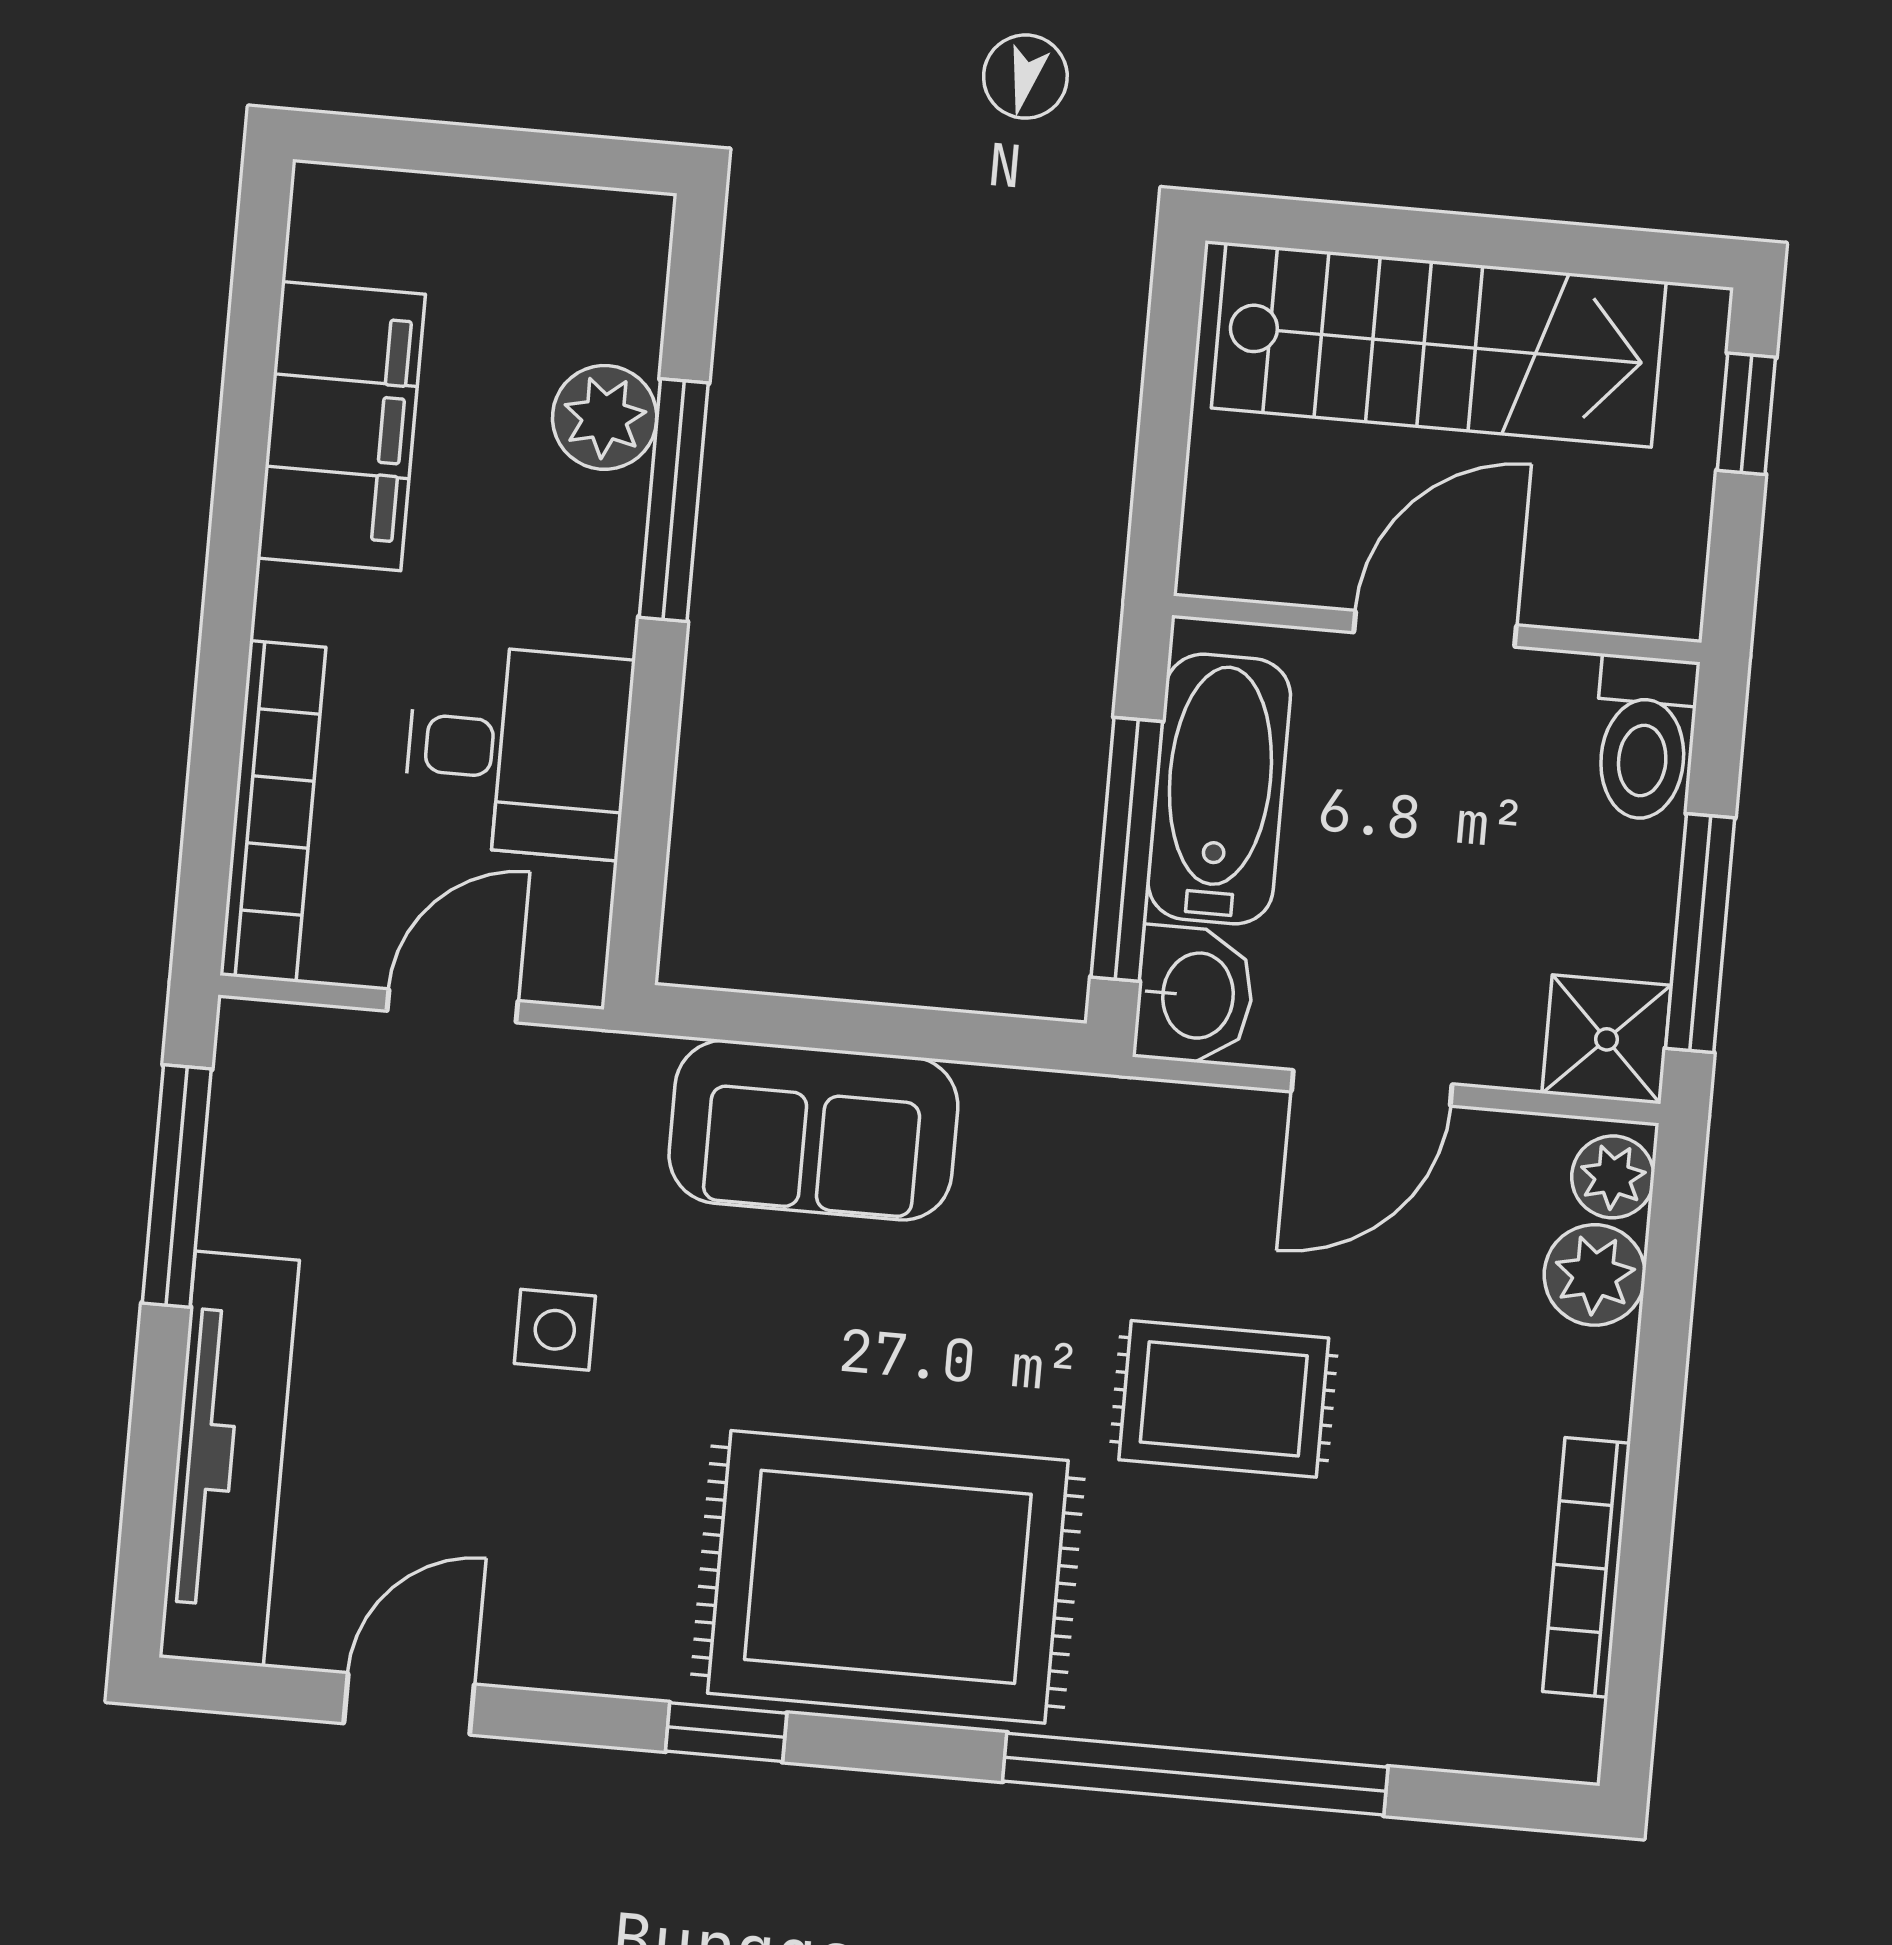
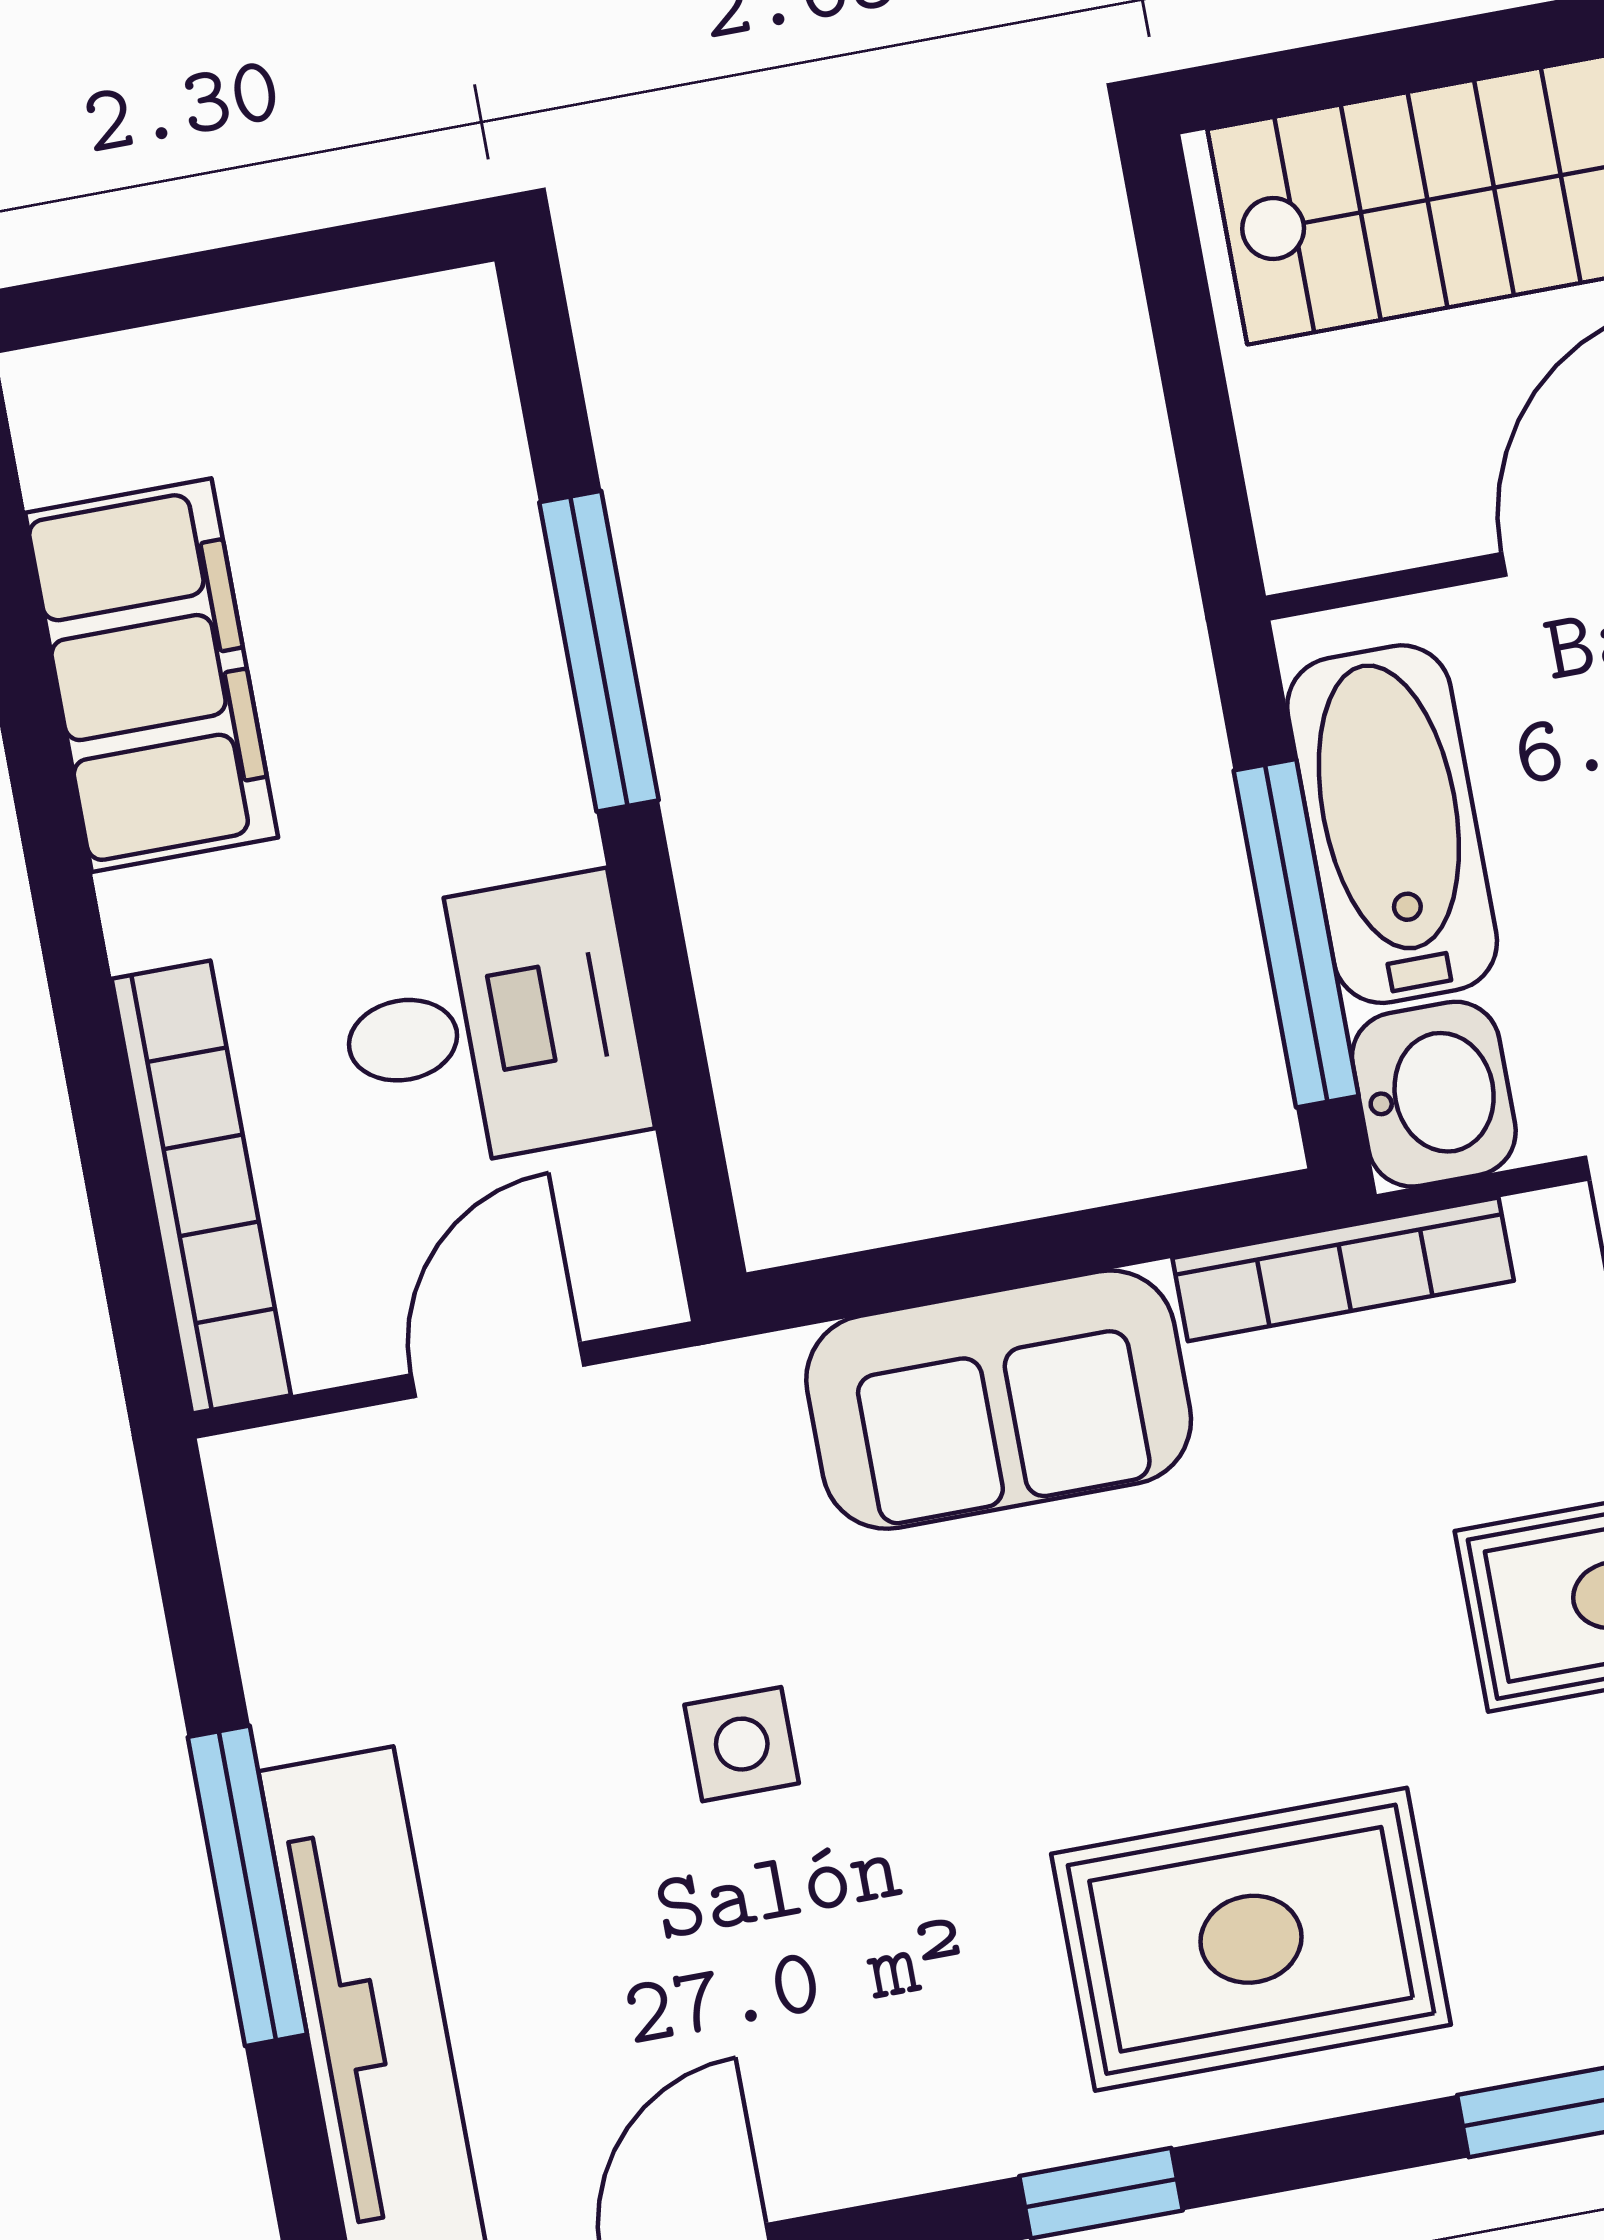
plant: (605, 417) -> (482, 571), removed
bookcase: (1092, 1105) -> (1343, 1269), added
window: (177, 1186) -> (247, 1886), moved
rug: (888, 1577) -> (1251, 1939), width x0.73, depth x0.69

